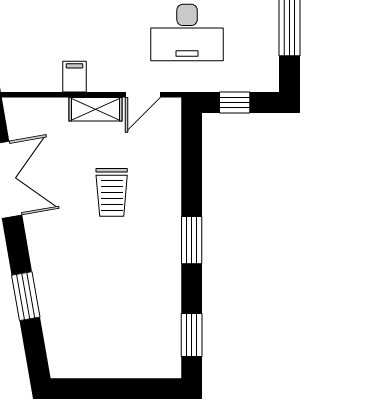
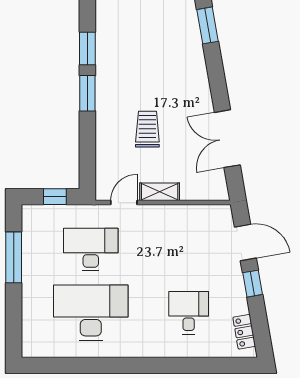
filing cabinet: (75, 77) -> (175, 216), removed
window: (26, 296) -> (208, 25), moved
window: (192, 335) -> (87, 48), moved

